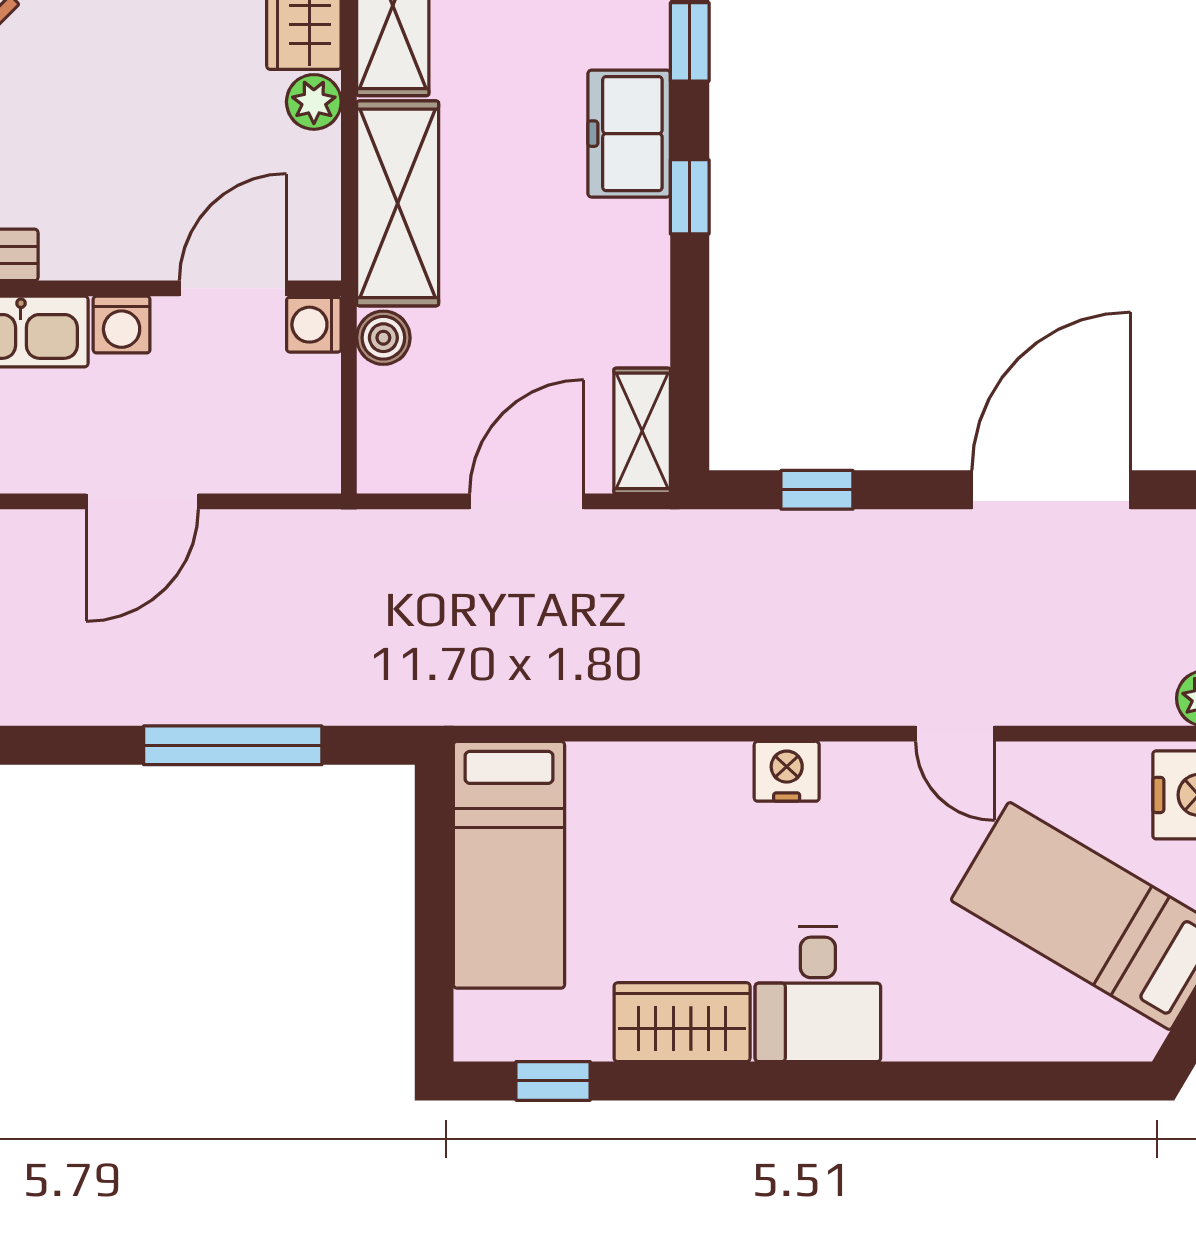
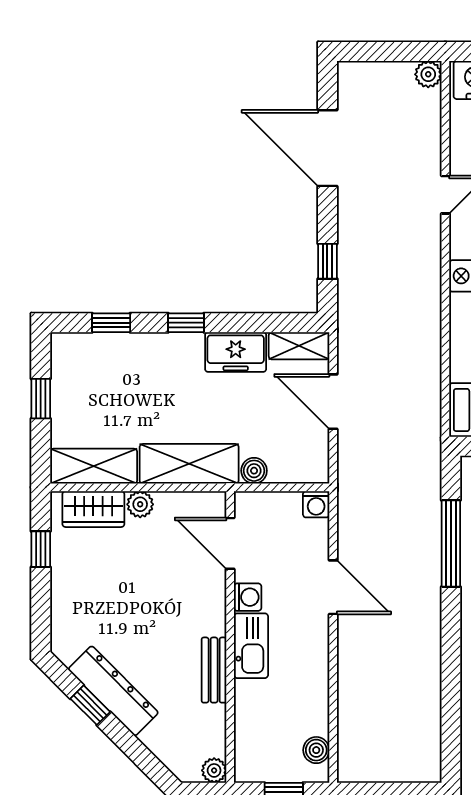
freezer: (629, 134) -> (236, 352), moved
washing machine: (314, 325) -> (316, 504), moved

